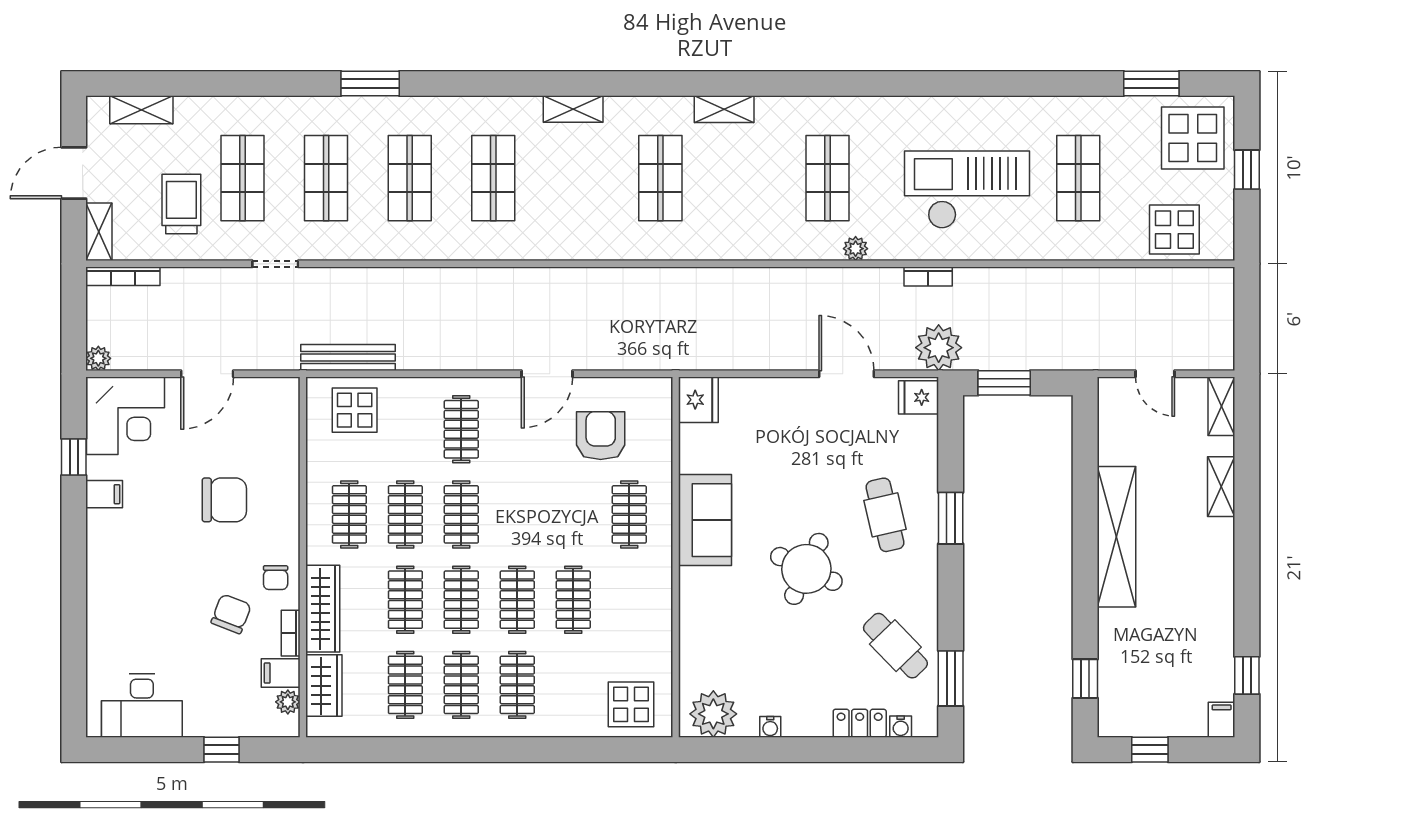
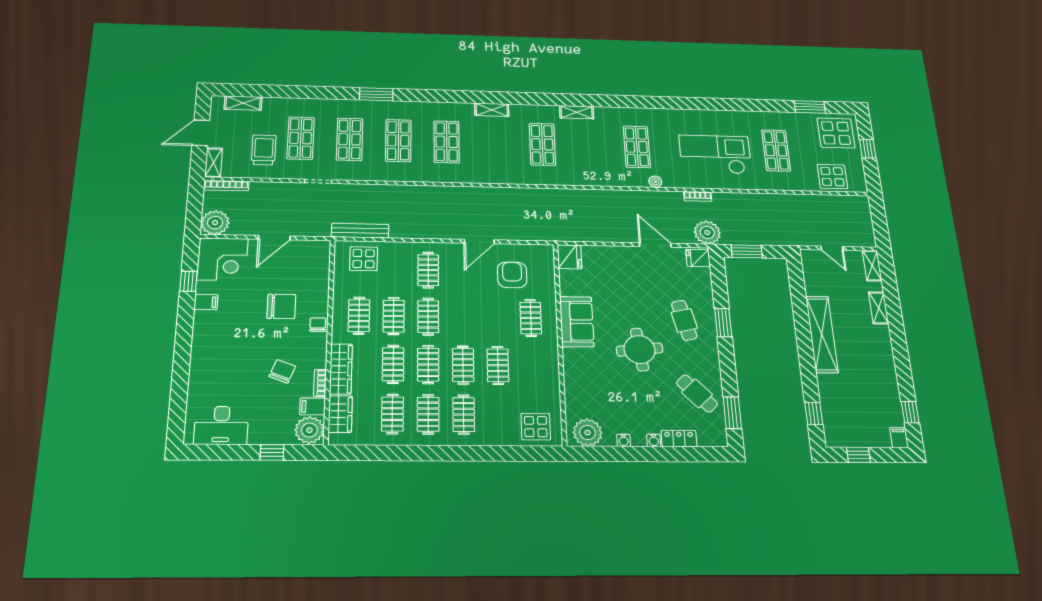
plant: (98, 358) -> (215, 223), width x1.88, depth x1.88
round table: (806, 569) -> (640, 350), turned -31
chair: (276, 578) -> (318, 325), moved, turned 180
plant: (288, 702) -> (309, 430), width x1.87, depth x1.87
water cooler: (901, 727) -> (654, 440), moved

